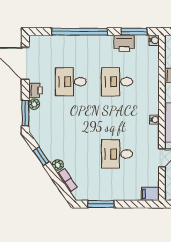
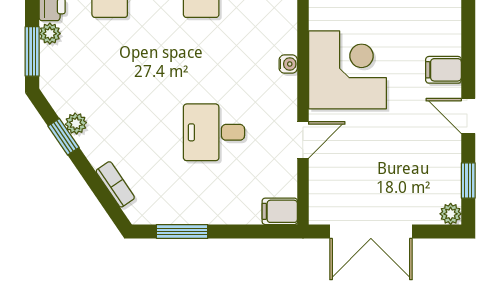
plant: (58, 165) -> (76, 123), moved

